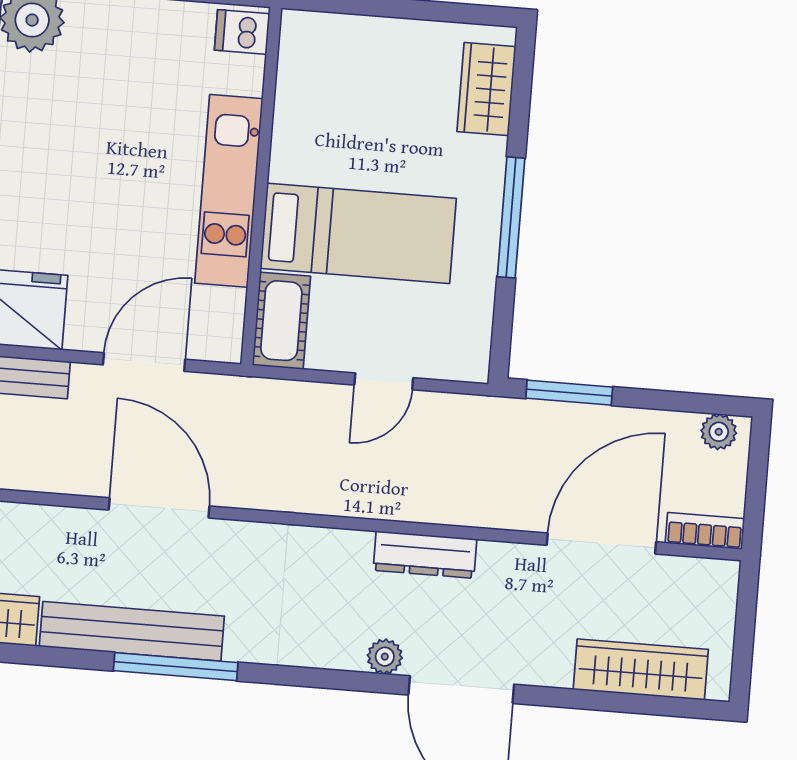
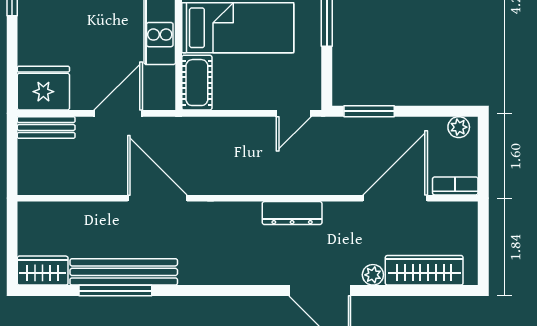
door: (384, 381) -> (294, 113), moved
door: (159, 508) -> (157, 198), moved
plant: (385, 657) -> (373, 275), moved
window: (176, 667) -> (115, 291), moved

